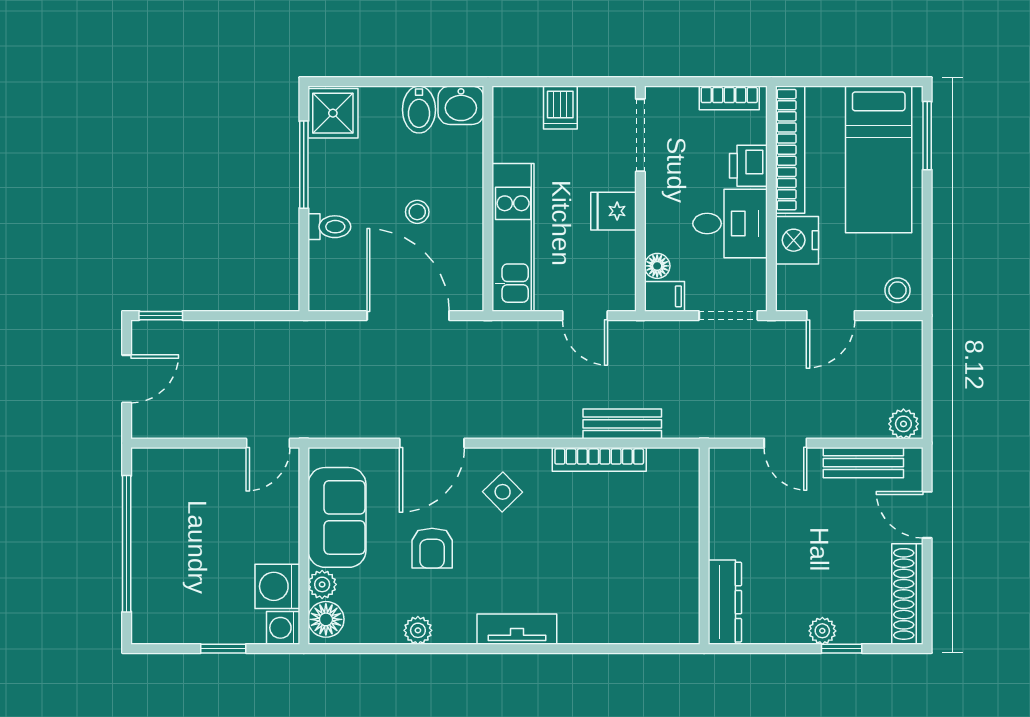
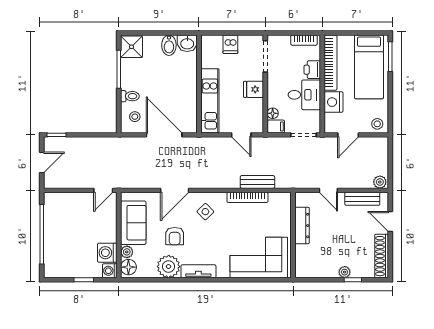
stool: (417, 212) -> (135, 117), moved
corner sofa: (625, 597) -> (259, 258), added
dresser: (725, 602) -> (302, 226), moved
tv unit: (517, 629) -> (198, 271), moved
plant: (418, 630) -> (169, 267), width x1.88, depth x1.88

